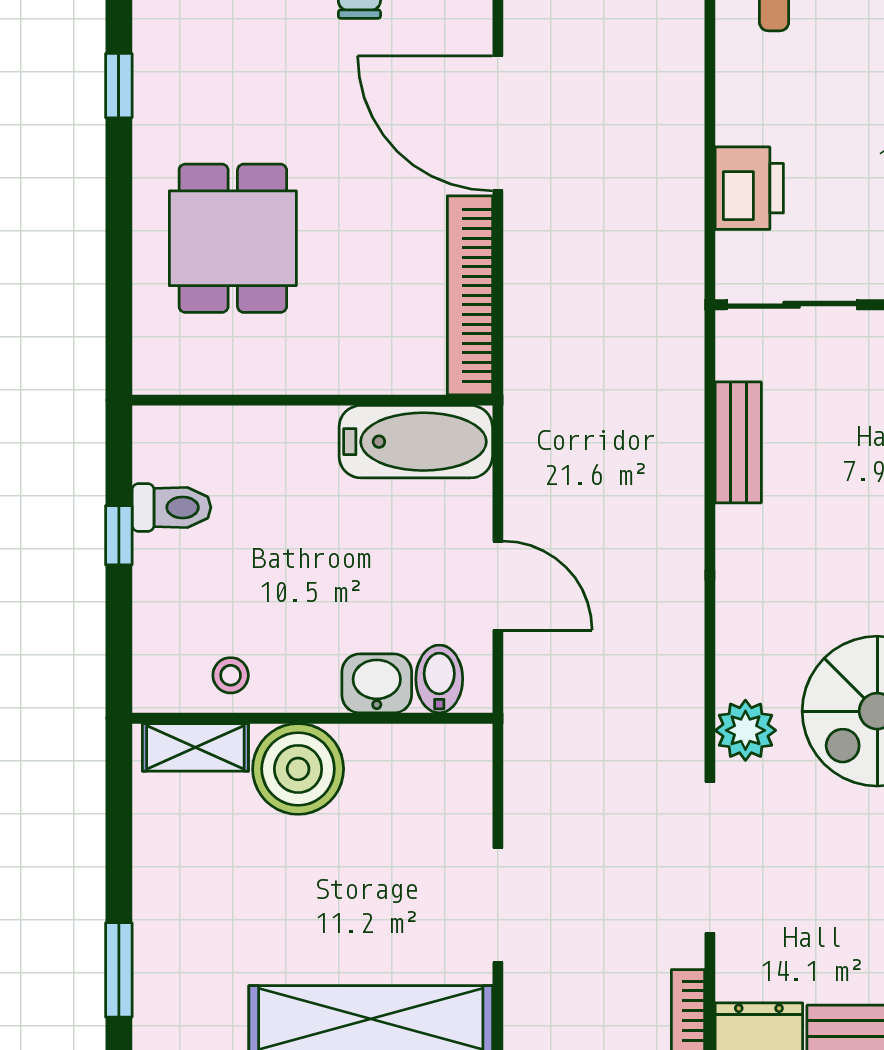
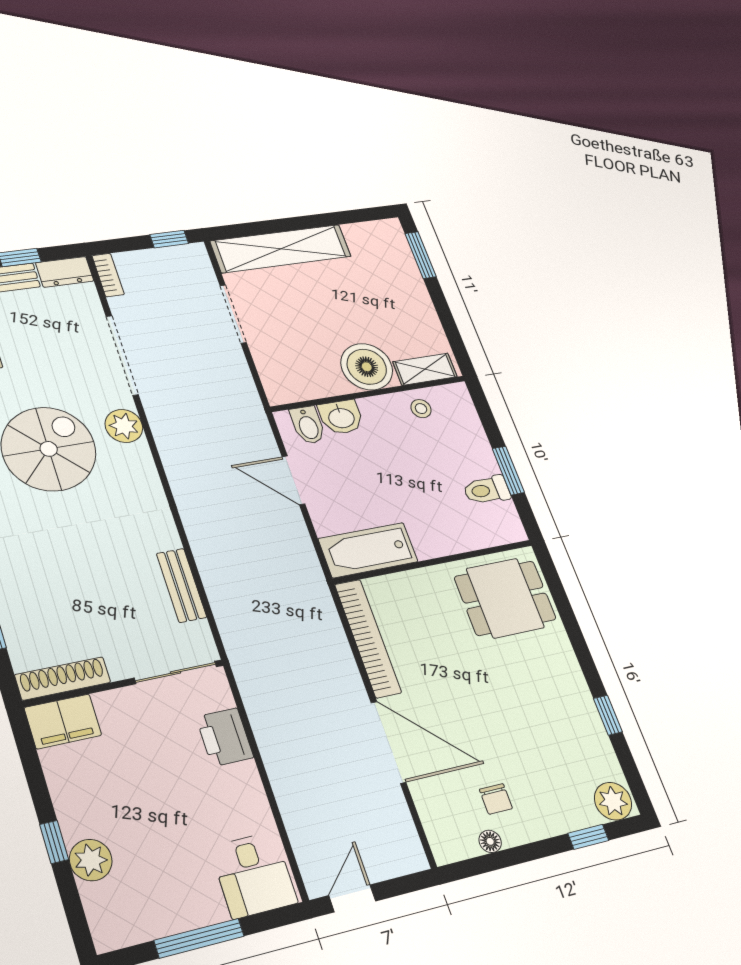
dining table: (233, 238) -> (505, 598), moved, turned 90
window: (119, 535) -> (508, 471), width x1.50

